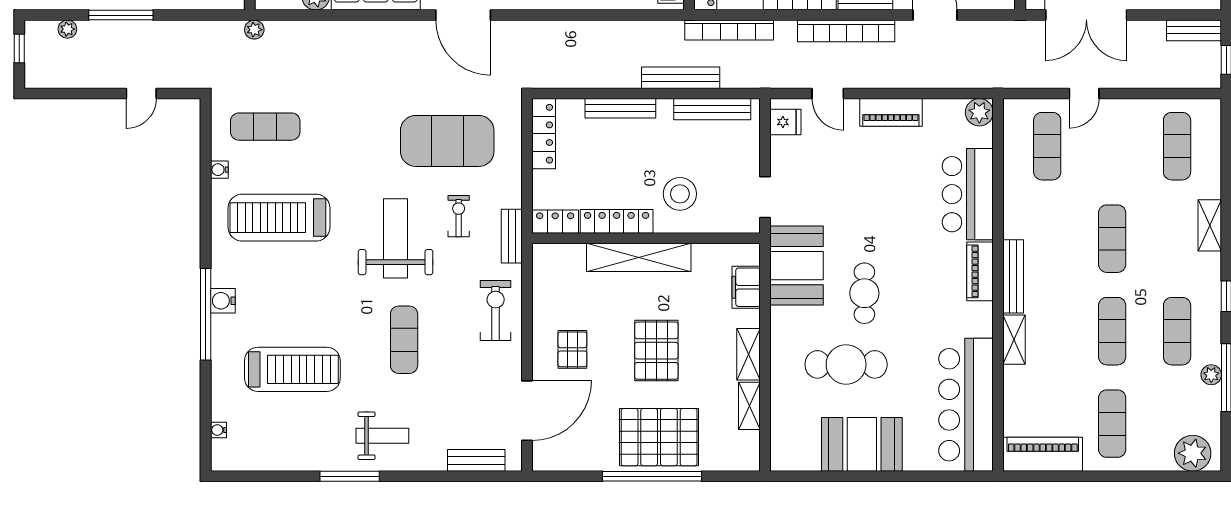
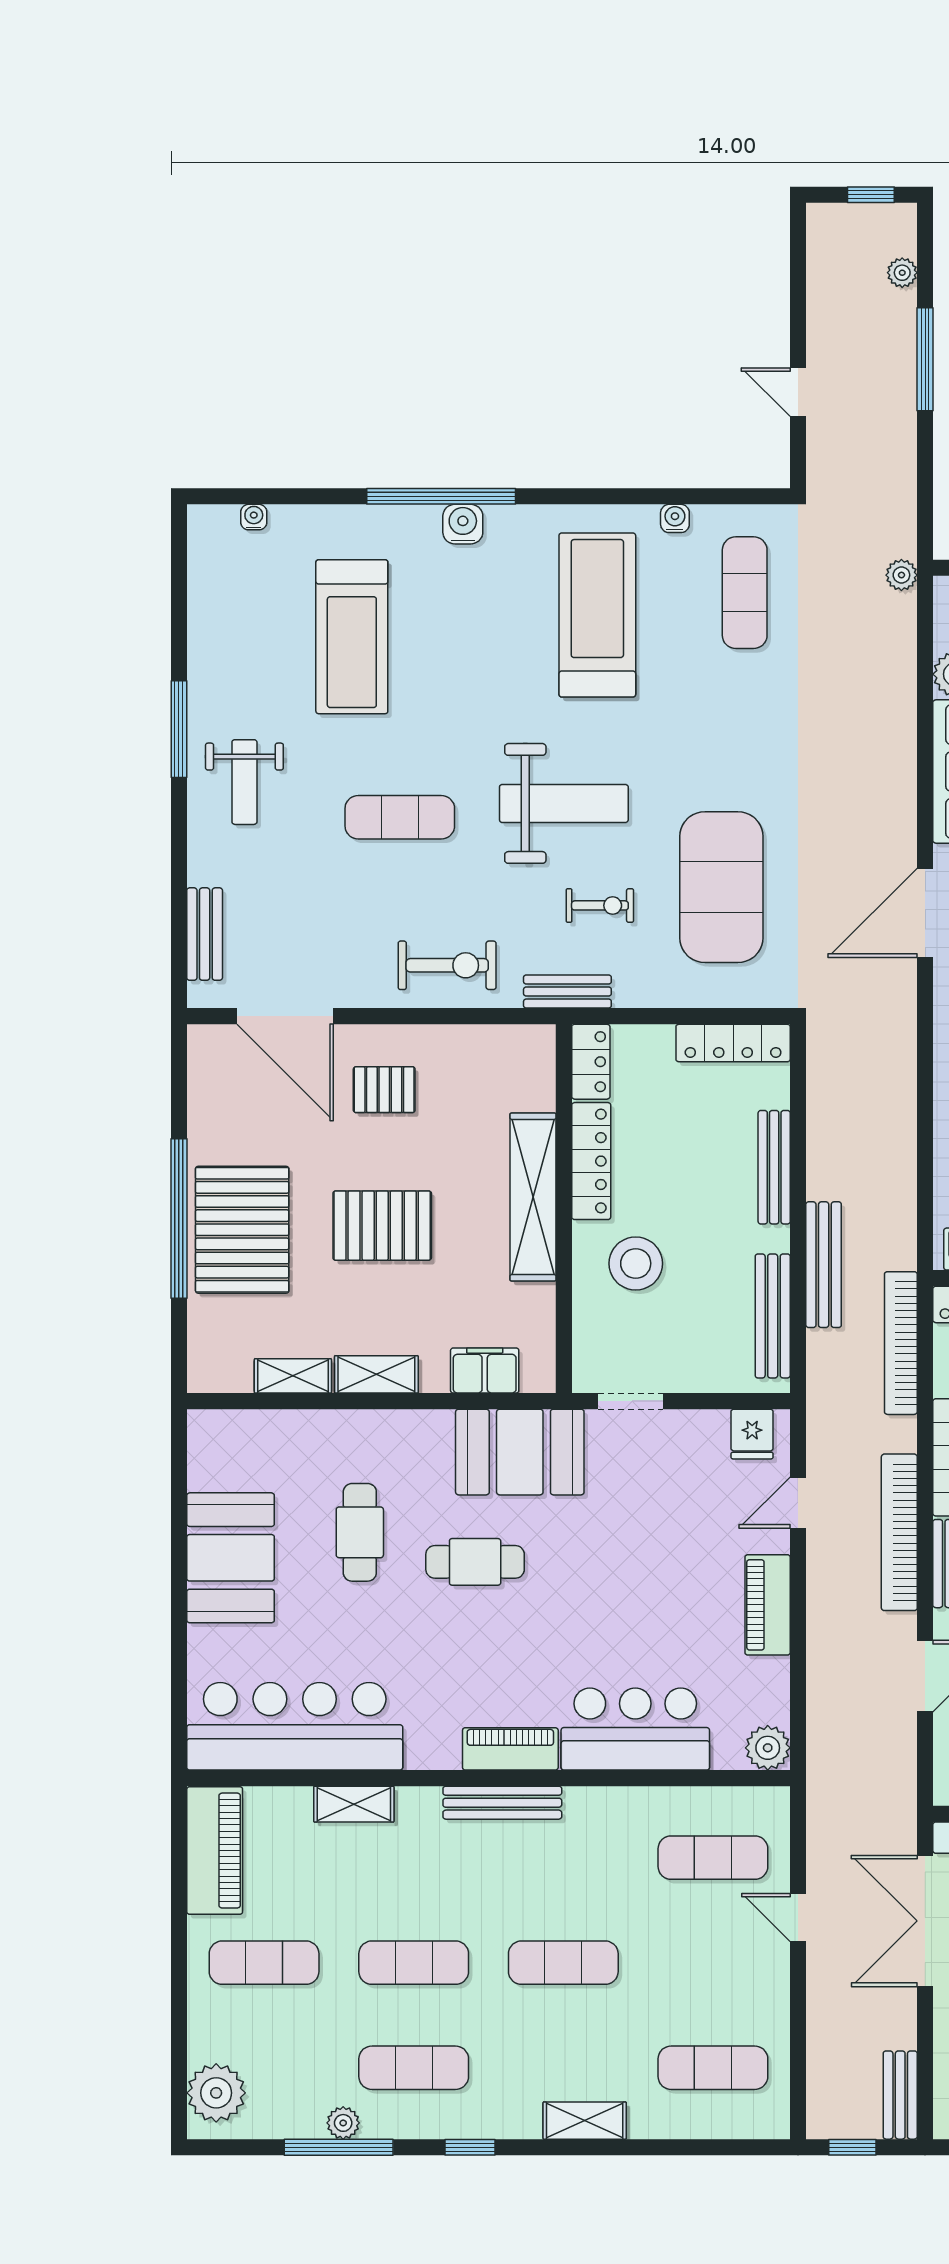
shelving: (1014, 340) -> (354, 1804), moved
cafe table: (846, 364) -> (360, 1532), width x0.73, depth x0.74

